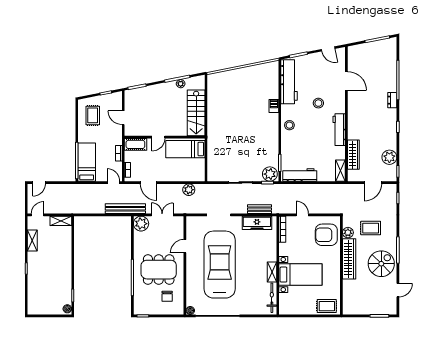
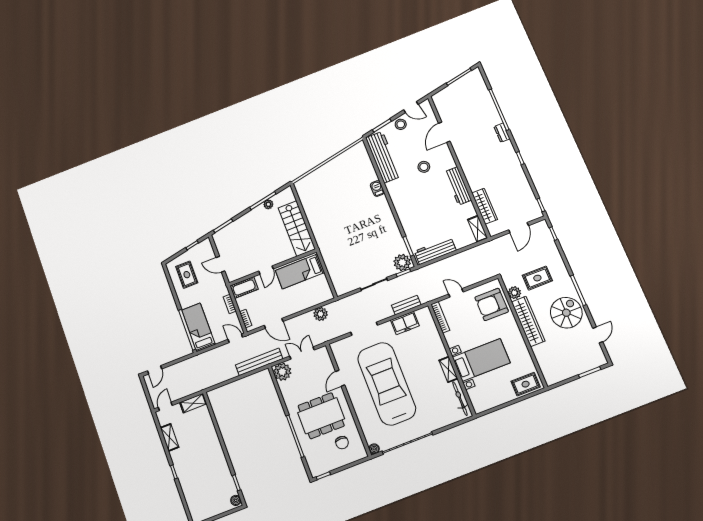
door: (346, 81) -> (444, 132), swing flipped
stool: (289, 125) -> (401, 124), moved
plant: (389, 157) -> (525, 194), removed
freezer: (257, 223) -> (405, 323), width x0.71

